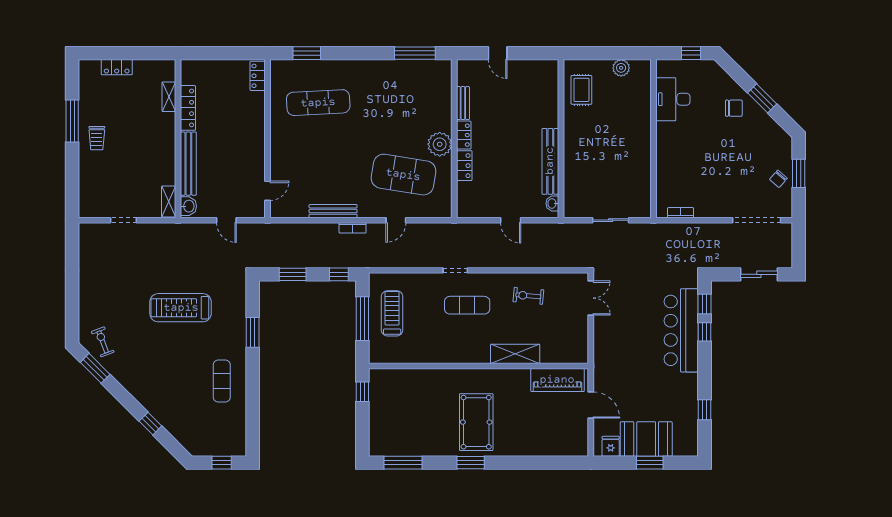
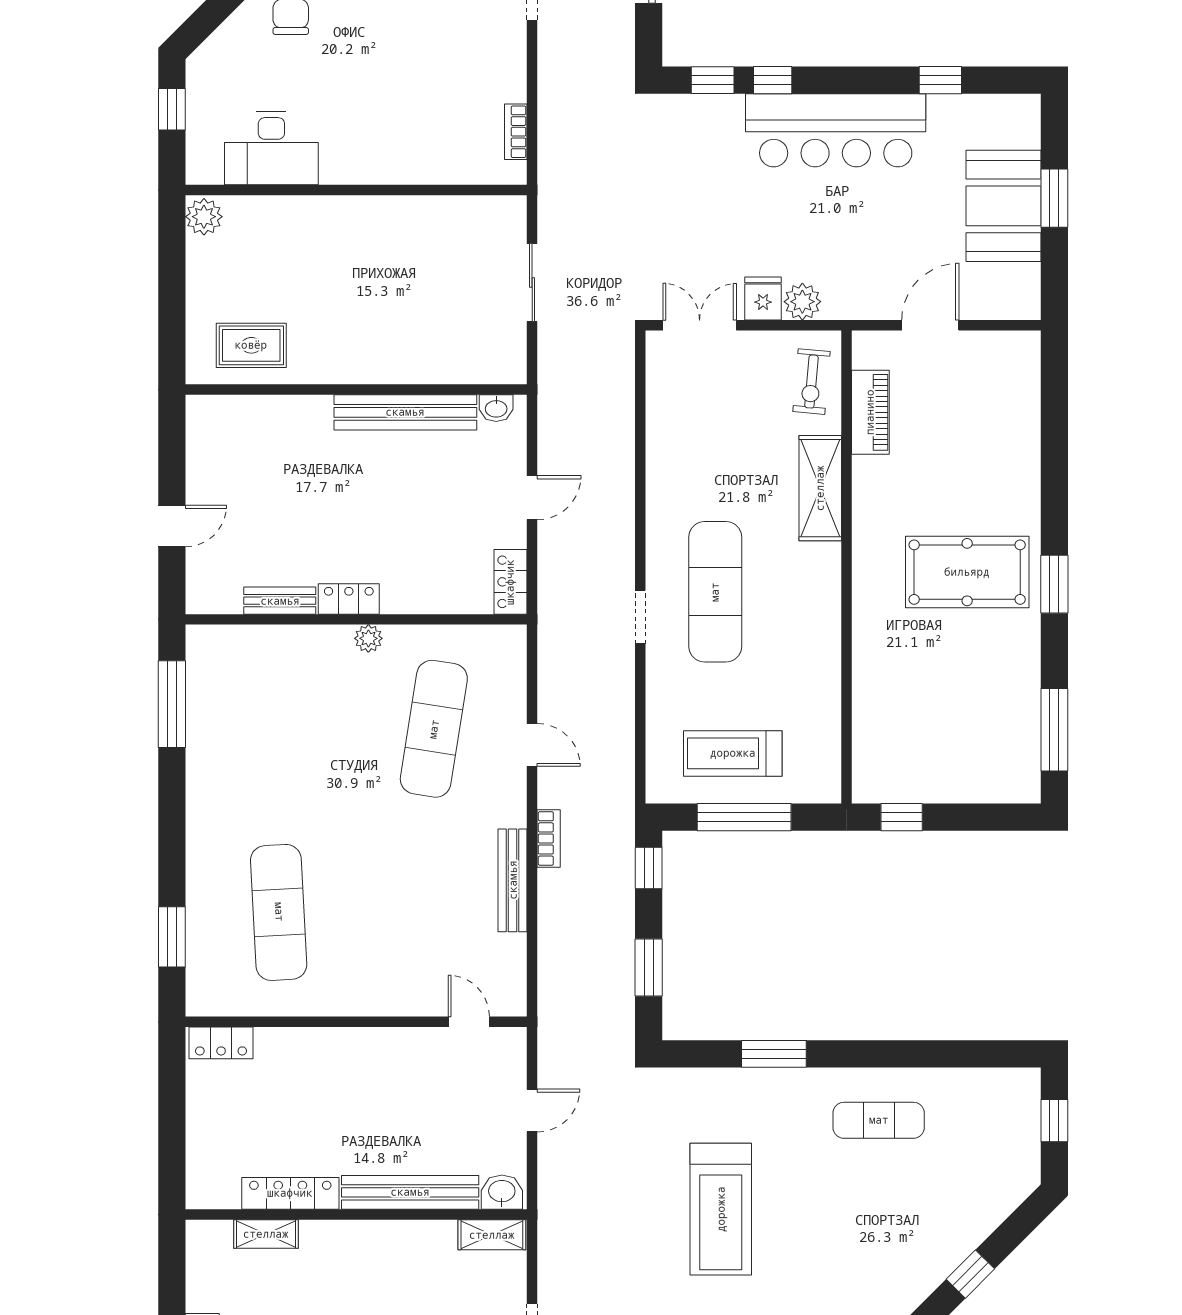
plant: (621, 68) -> (204, 217), moved
plant: (440, 144) -> (368, 638), width x0.53, depth x0.53
locker: (464, 166) -> (510, 582), moved, turned -90
exercise mat: (403, 175) -> (434, 729), width x0.68
exercise bike: (528, 296) -> (811, 382), moved
exercise mat: (467, 305) -> (715, 592), width x1.36, depth x1.45
bar counter: (681, 330) -> (836, 130), moved
plant: (602, 346) -> (802, 302), added
piano: (557, 380) -> (870, 412), width x0.73, depth x0.75
fridge: (611, 446) -> (763, 299), moved, turned 90

